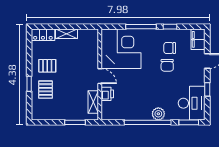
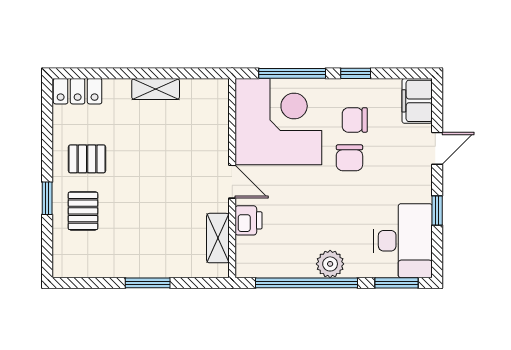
shelving: (66, 34) -> (156, 89), moved
corner desk: (121, 49) -> (278, 122), moved
wall: (100, 75) -> (232, 178), moved
door: (100, 76) -> (232, 182), moved
printer: (107, 94) -> (248, 220), moved
shelving: (93, 102) -> (218, 238), moved

